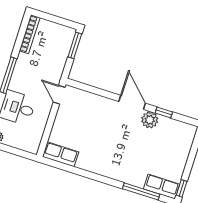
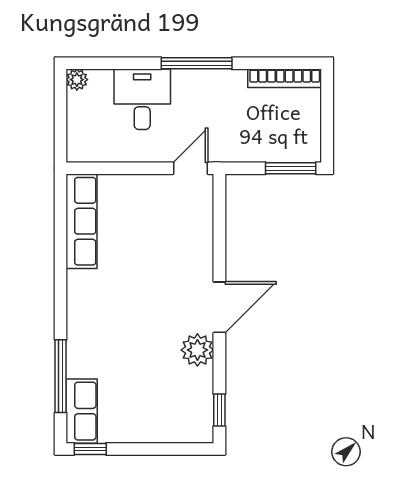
window: (164, 112) -> (219, 410), moved
row of seats: (61, 154) -> (82, 221), width x1.48

